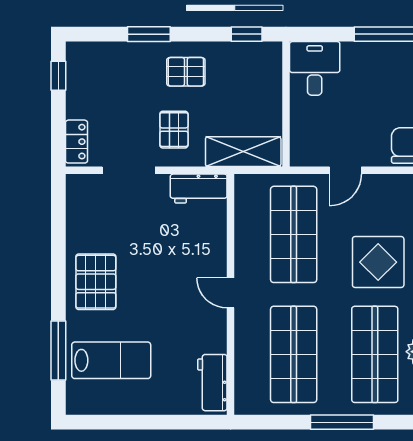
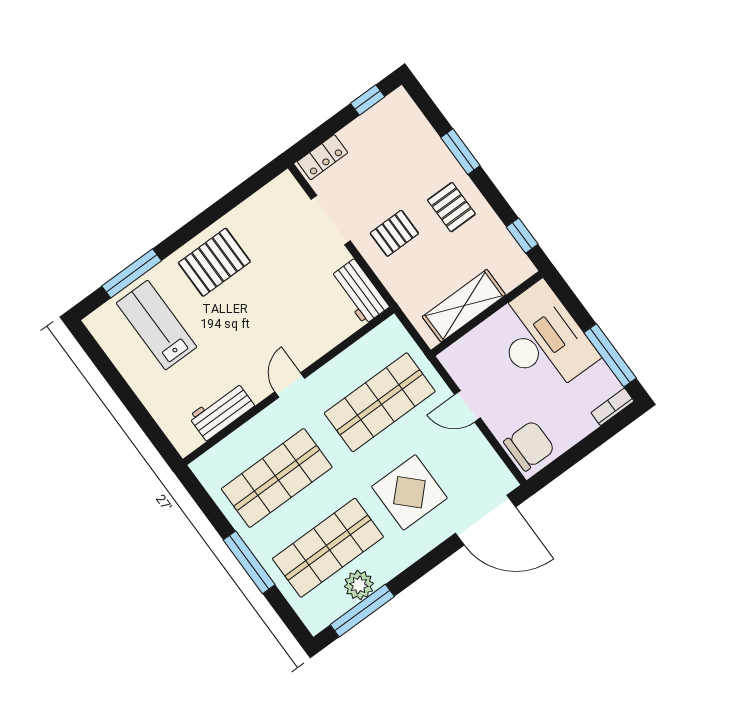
desk: (315, 68) -> (542, 339), width x1.87, depth x1.30
shelving: (243, 152) -> (464, 306), moved, turned 90
lab bench: (111, 360) -> (157, 325), turned 180
workbench: (212, 383) -> (221, 411), moved

